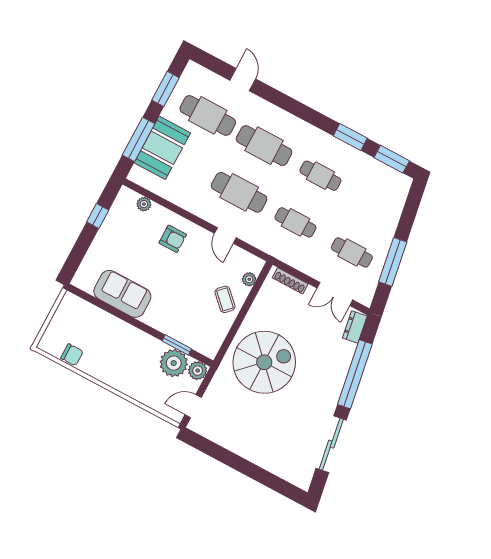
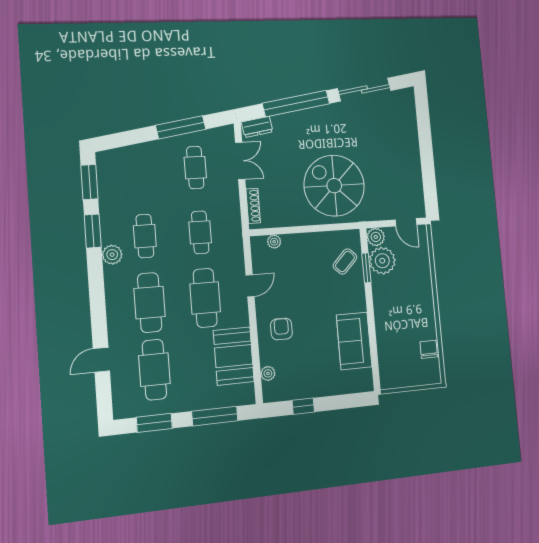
plant: (322, 140) -> (112, 255), added
booth: (162, 148) -> (234, 356), moved, turned 90
coffee table: (225, 299) -> (345, 261), moved

